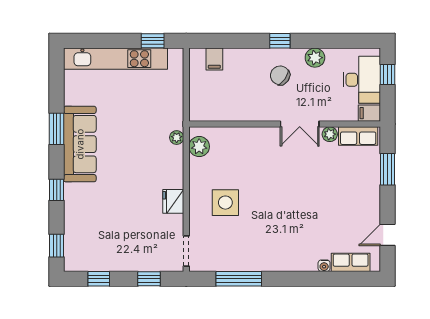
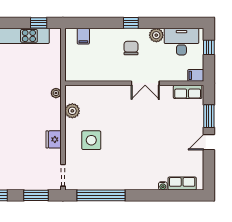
chair: (280, 75) -> (131, 48), turned 55
desk: (362, 80) -> (181, 42), moved, turned -90
plant: (330, 134) -> (167, 91), removed
plant: (199, 147) -> (72, 111), moved
door: (388, 235) -> (209, 142), moved
window: (149, 279) -> (36, 195), width x1.50
window: (239, 279) -> (101, 195), width x1.46

